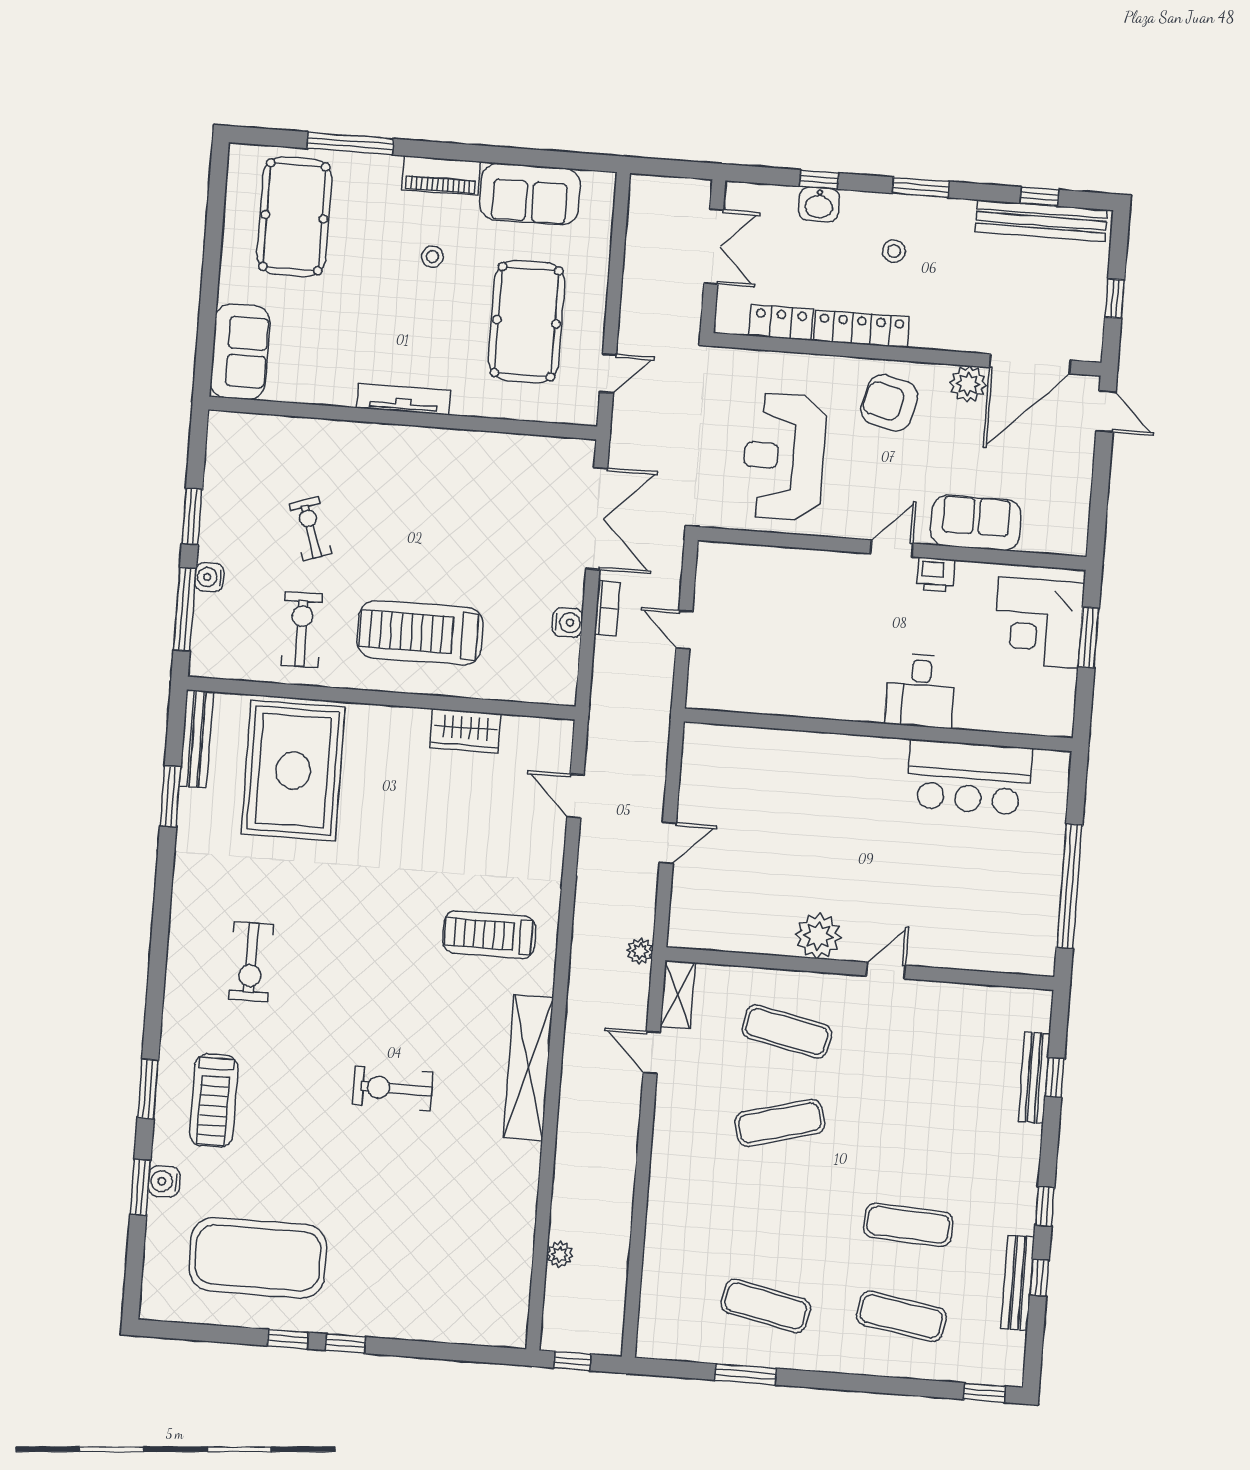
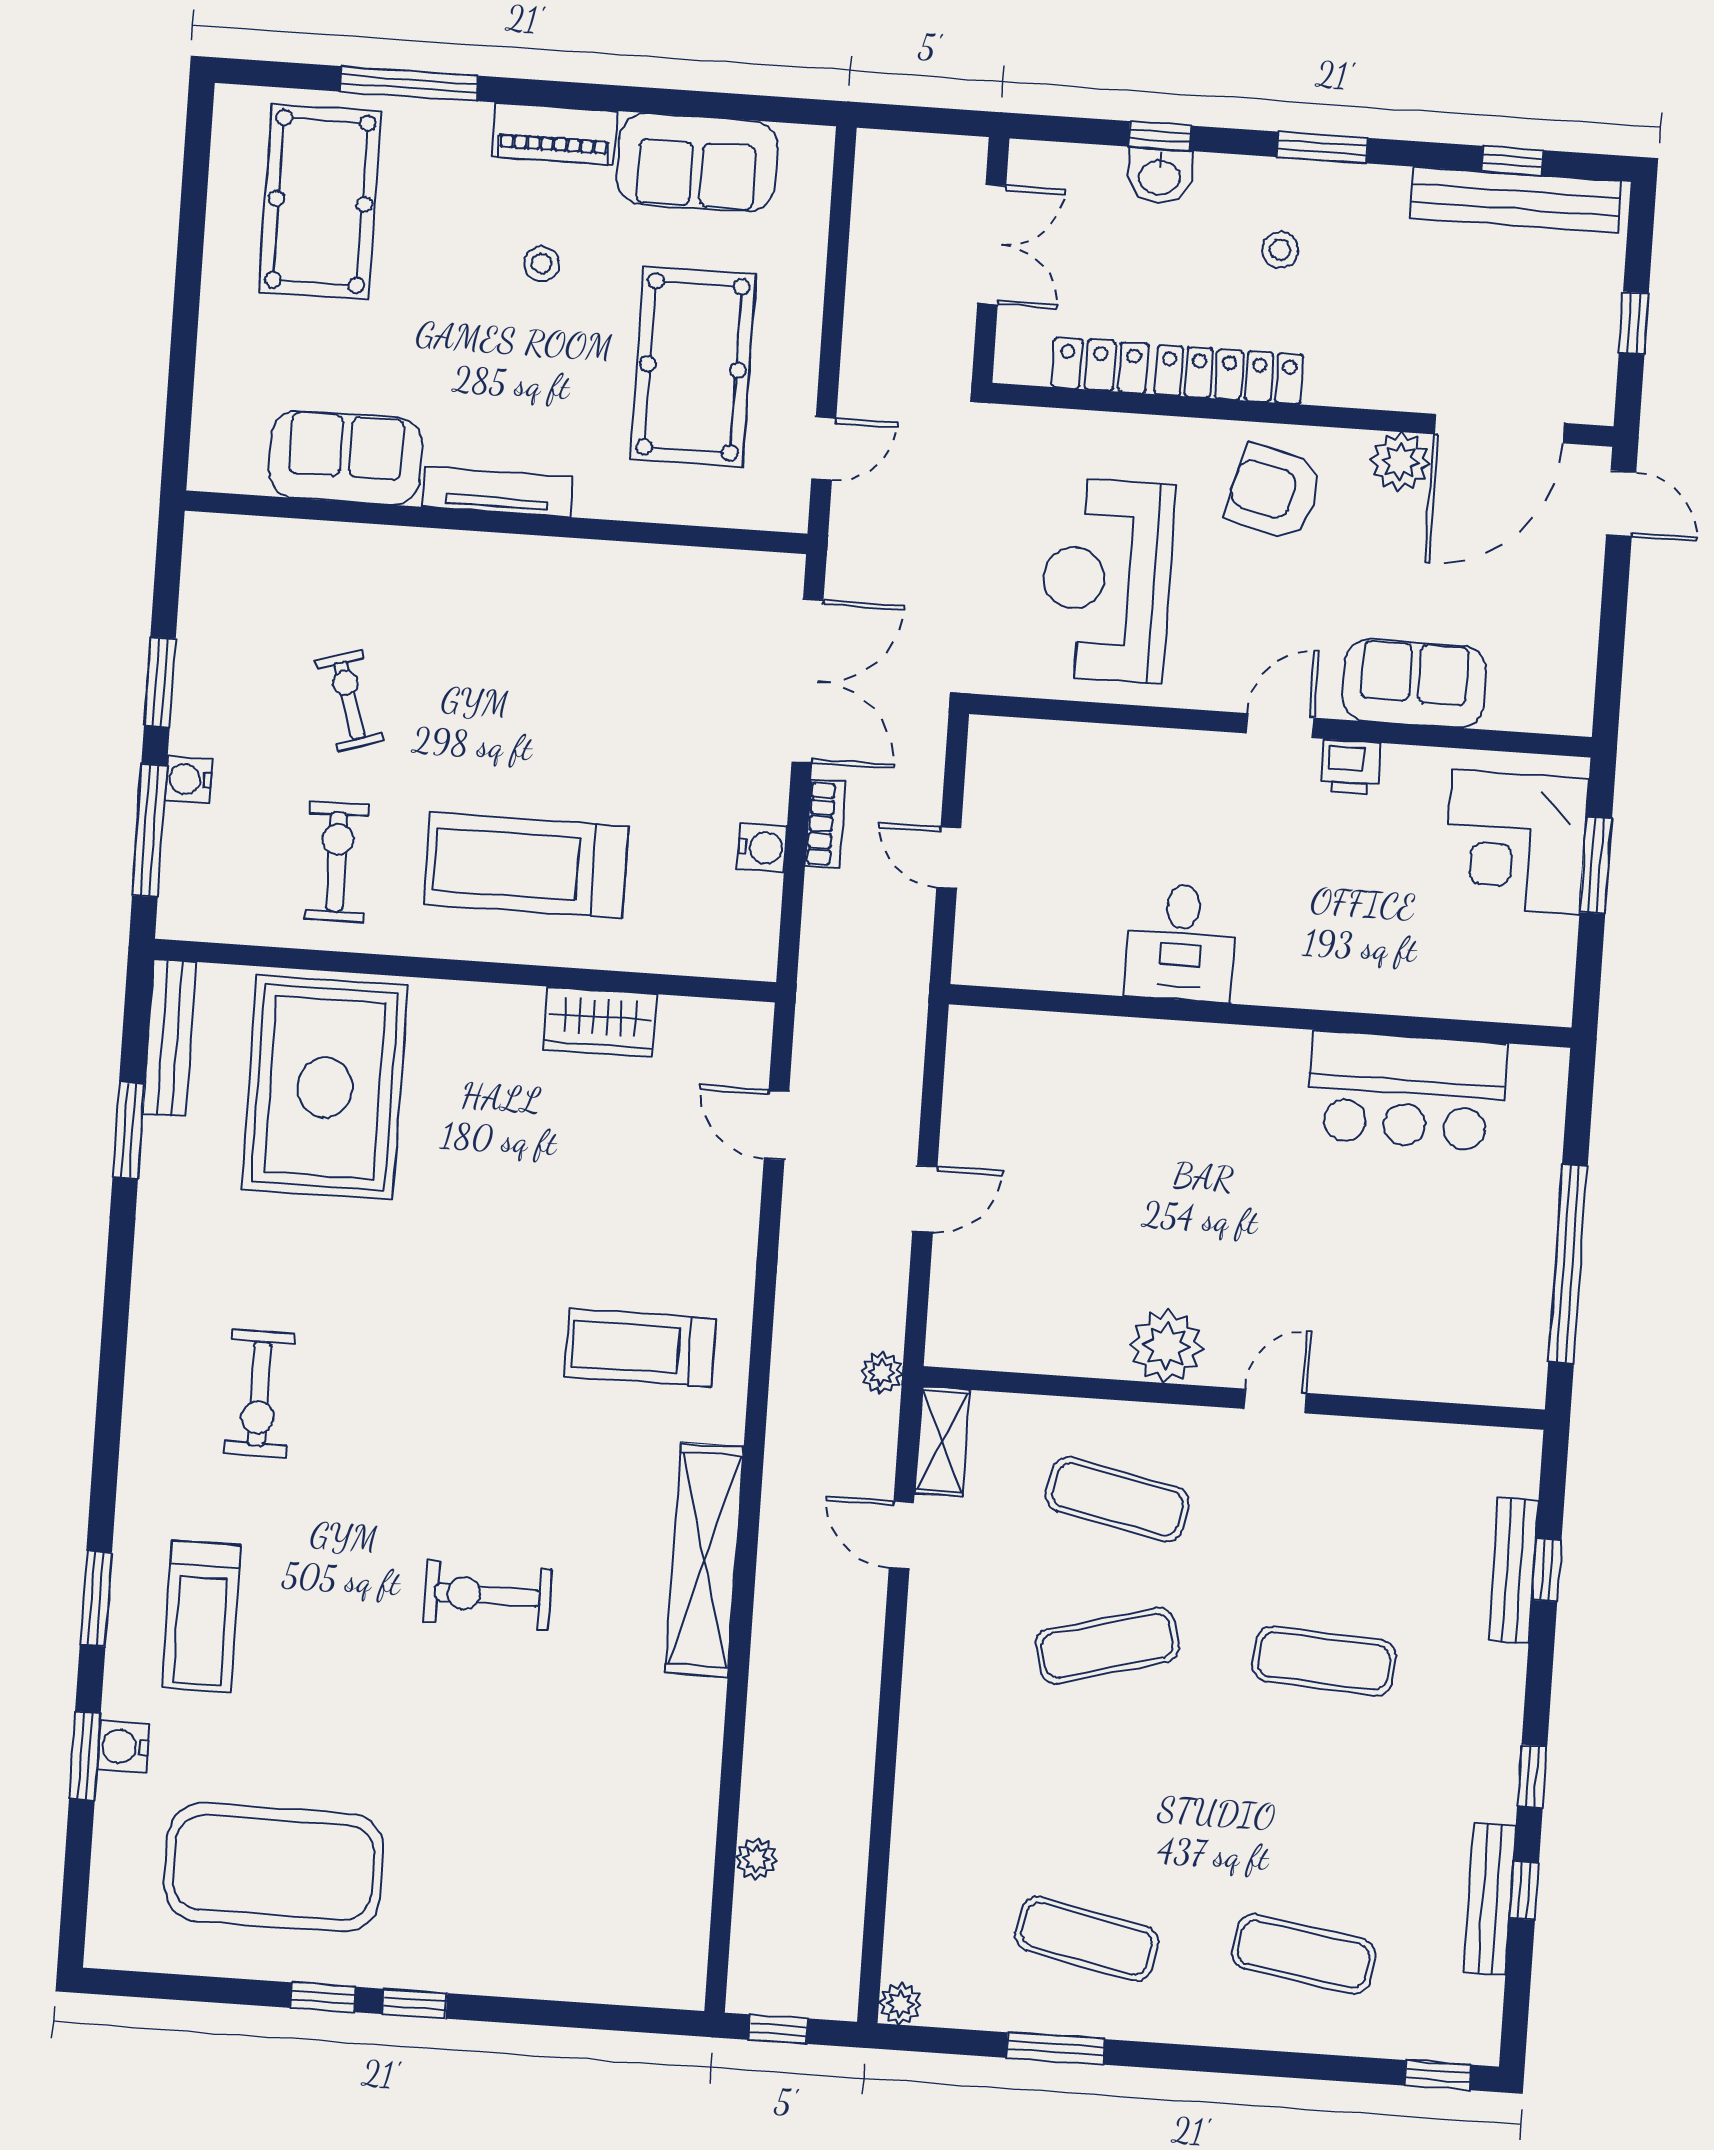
sofa: (240, 352) -> (345, 458), moved, turned -90
desk: (920, 691) -> (1181, 942), moved
exercise mat: (908, 1225) -> (1324, 1661), moved
plant: (649, 1346) -> (900, 2004), added

